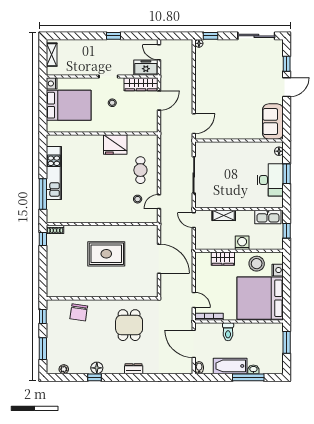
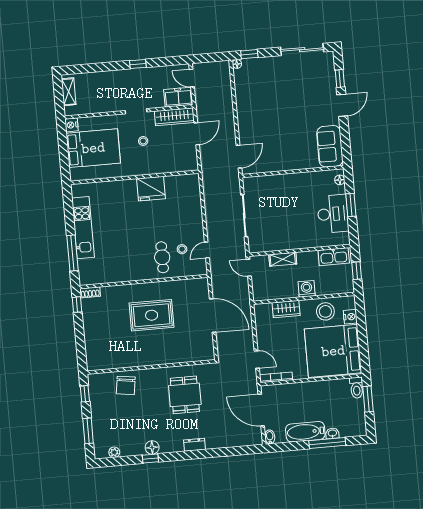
cafe table: (140, 170) -> (162, 257), moved
toilet: (228, 332) -> (357, 388), moved

